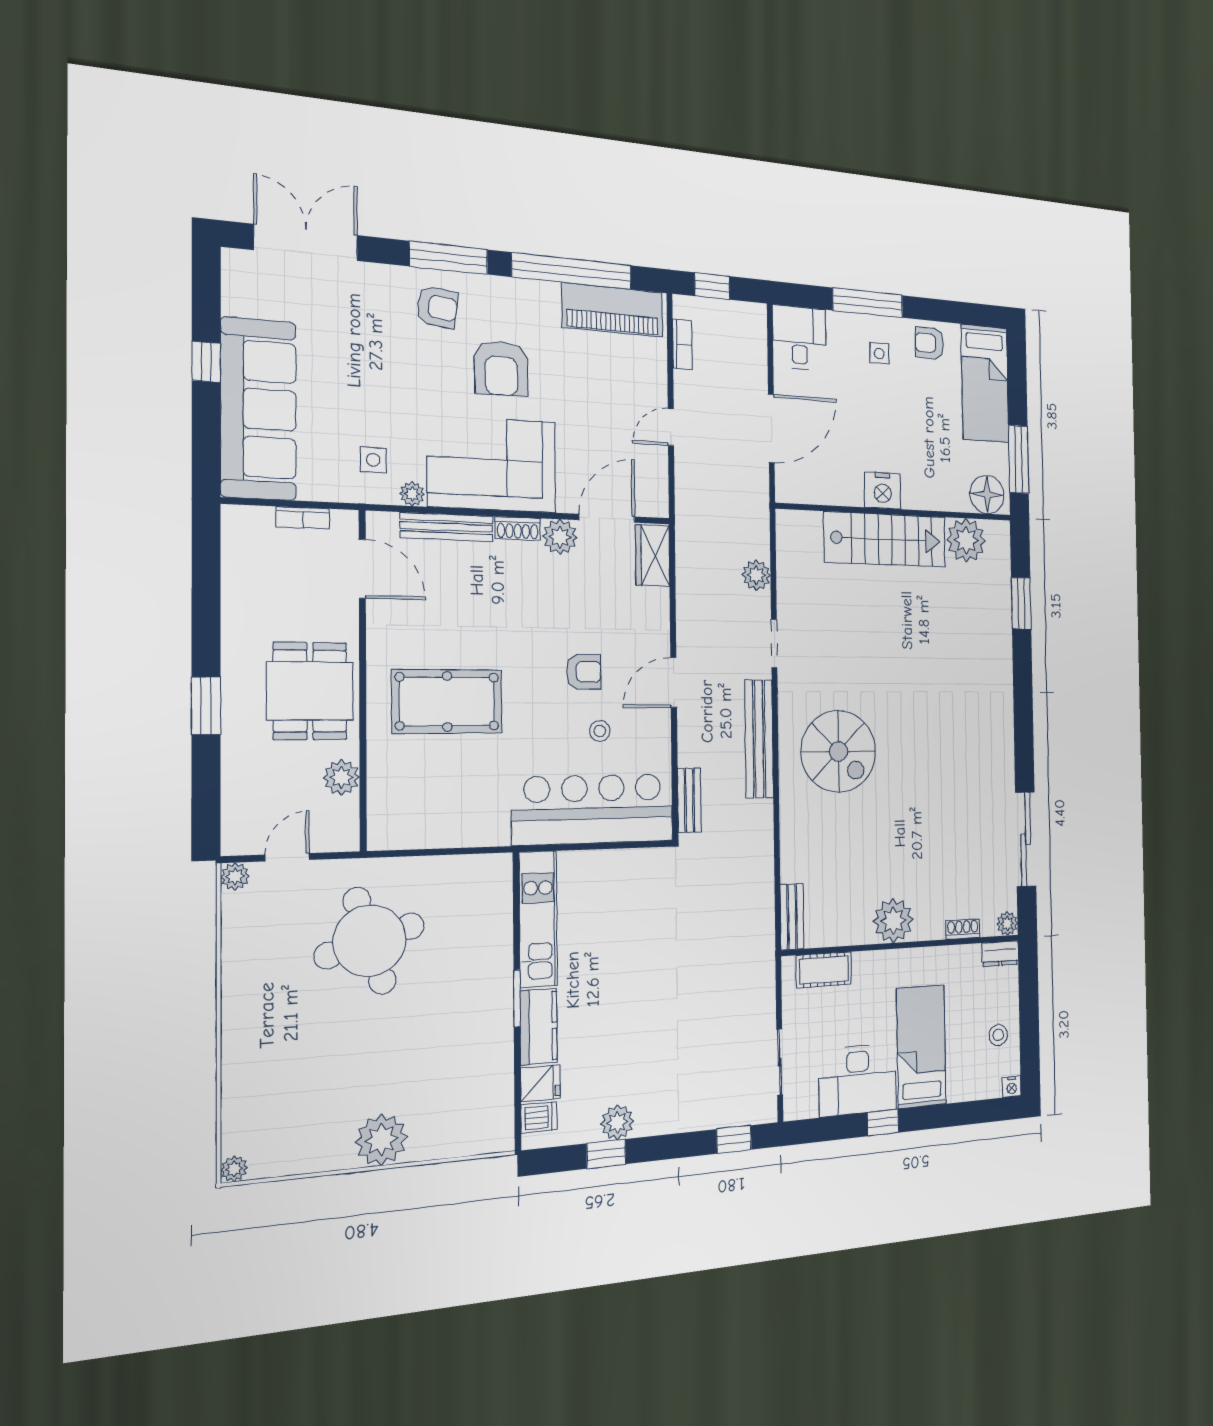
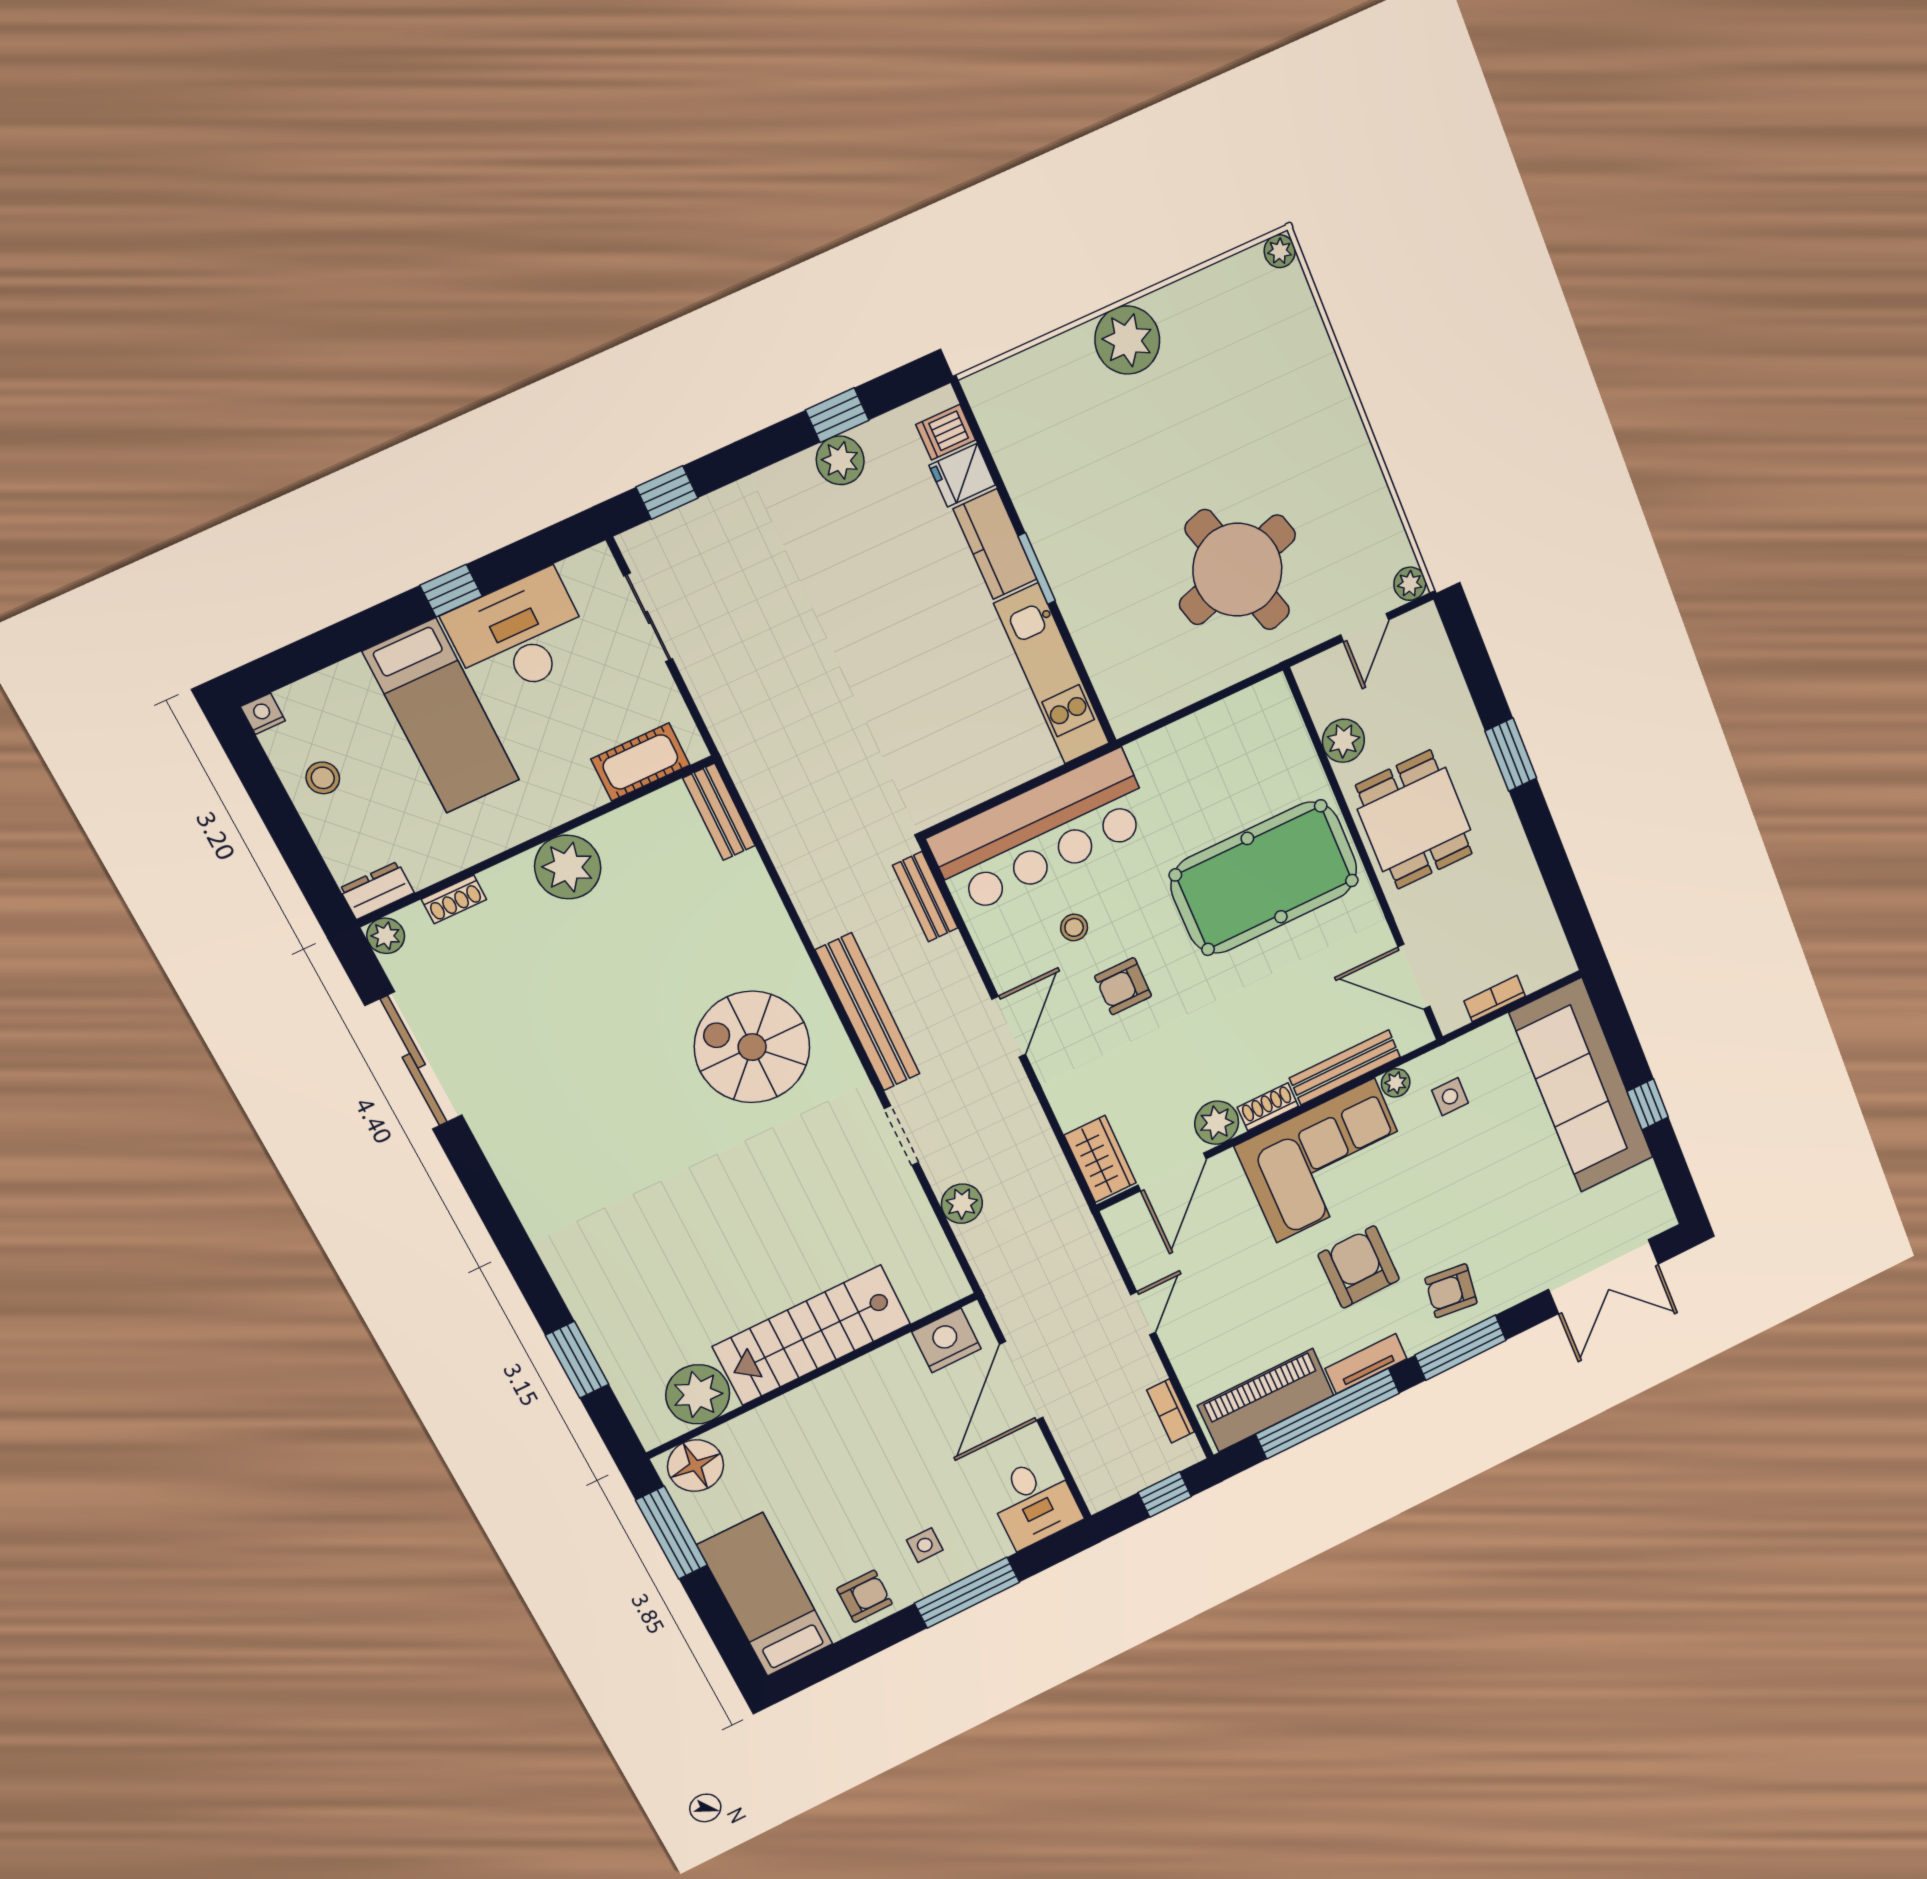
tv unit: (527, 291) -> (1366, 1364), added
nightstand: (883, 490) -> (946, 1340), moved
pool table: (447, 701) -> (1264, 878), width x1.36, depth x1.32

